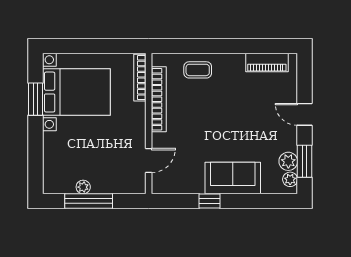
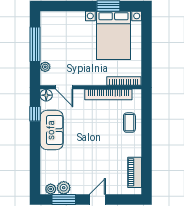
sofa: (233, 178) -> (52, 130), moved
floor lamp: (160, 186) -> (46, 95), added
plant: (83, 187) -> (45, 67), moved
window: (210, 201) -> (35, 114), moved

